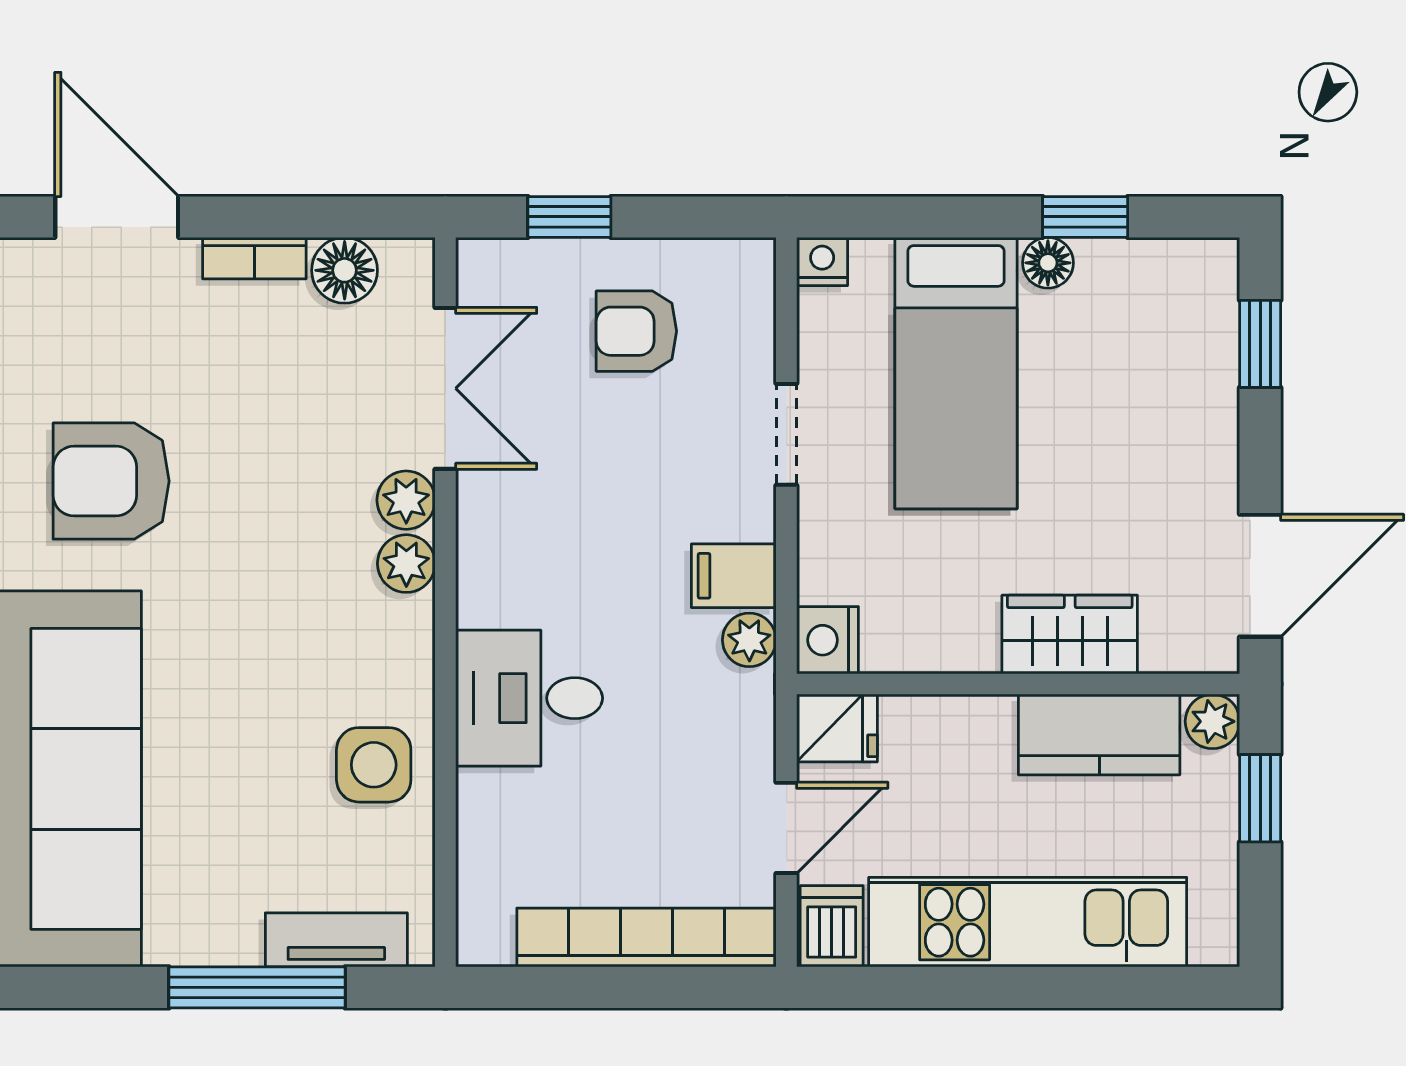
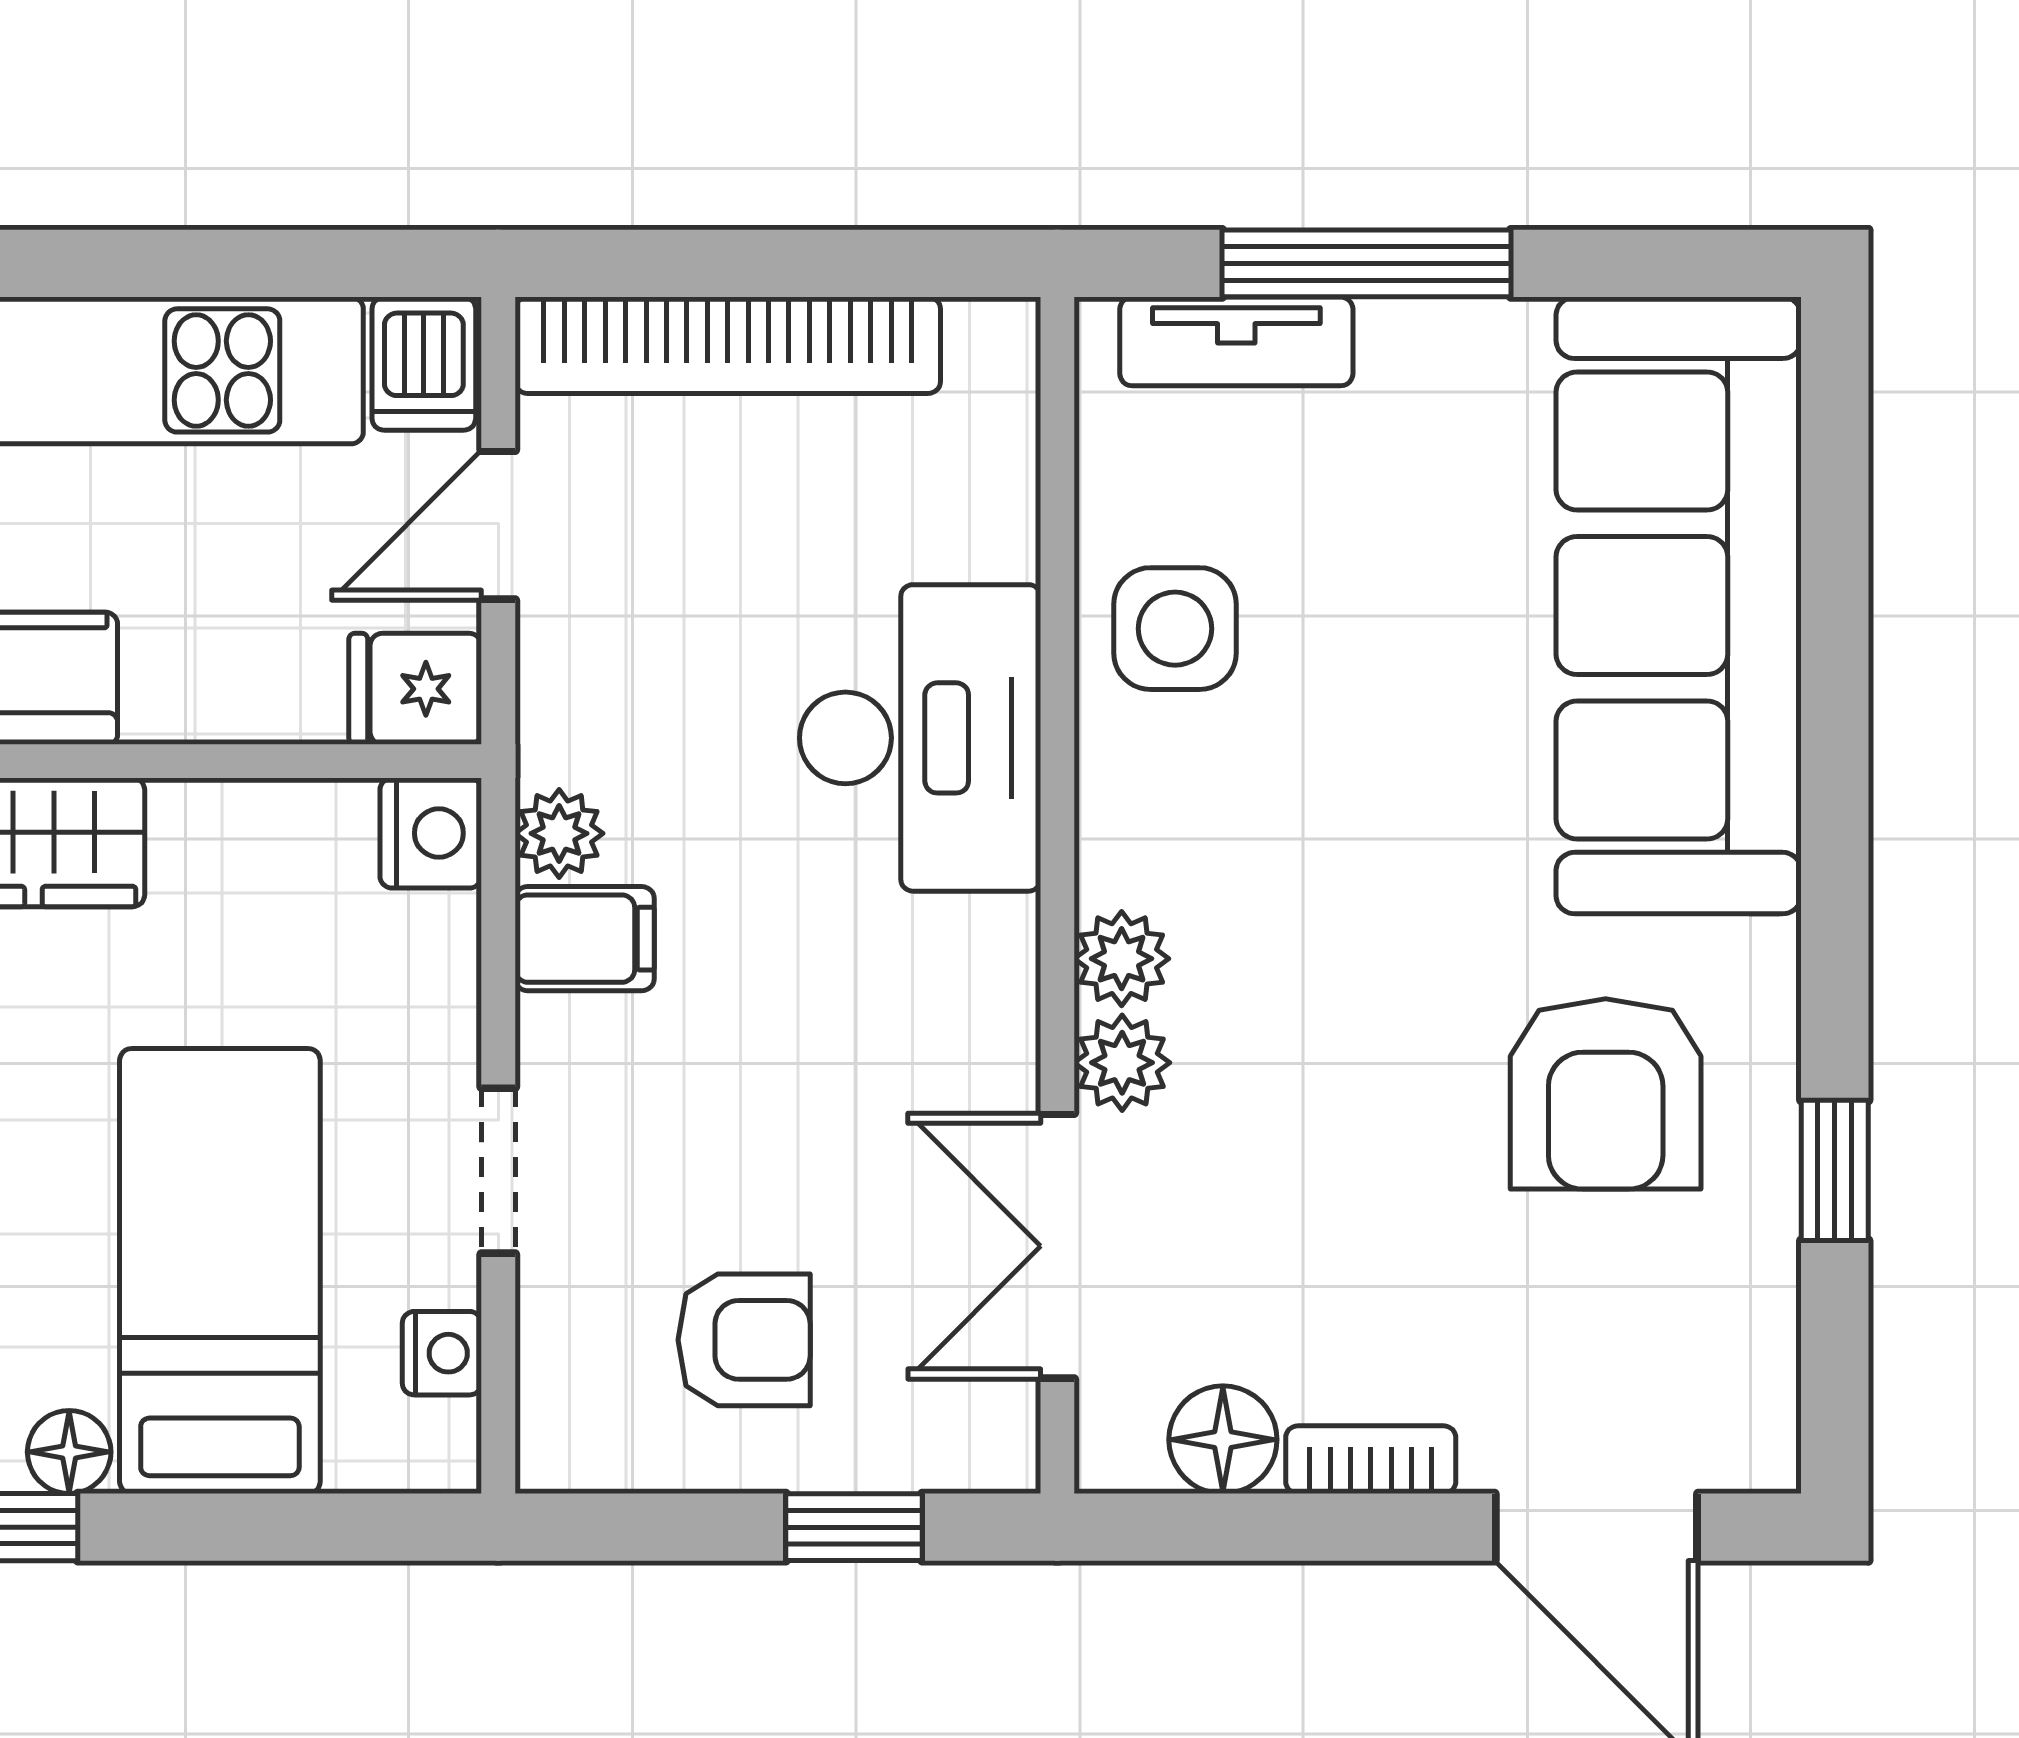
nightstand: (822, 262) -> (442, 1353), moved, turned -90
armchair: (111, 481) -> (1606, 1094), turned 90
desk: (529, 698) -> (920, 738), width x1.37

